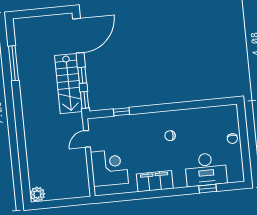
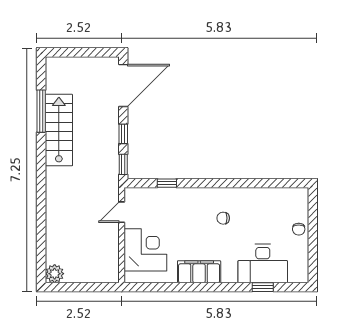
stairs: (68, 84) -> (59, 130), moved, turned 180

